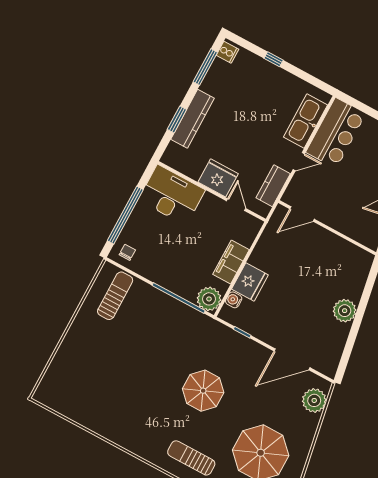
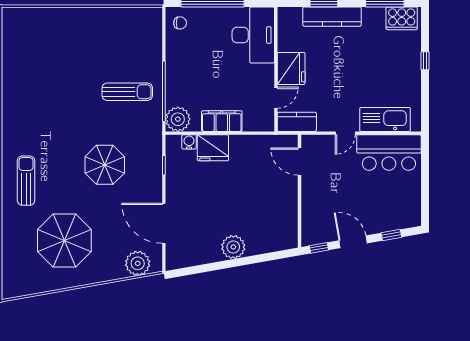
cooker: (227, 52) -> (402, 18), width x1.87, depth x1.31
door: (299, 162) -> (345, 133), hinge flipped
kitchen counter: (273, 186) -> (297, 122), moved
sun lounger: (115, 296) -> (127, 92), moved
parasol: (203, 391) -> (105, 165), moved

